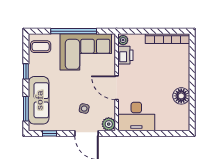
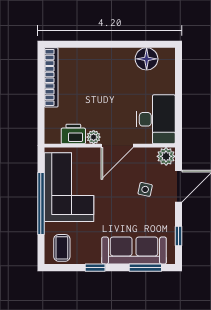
plant: (123, 40) -> (94, 137), moved
floor lamp: (181, 96) -> (147, 59), moved

